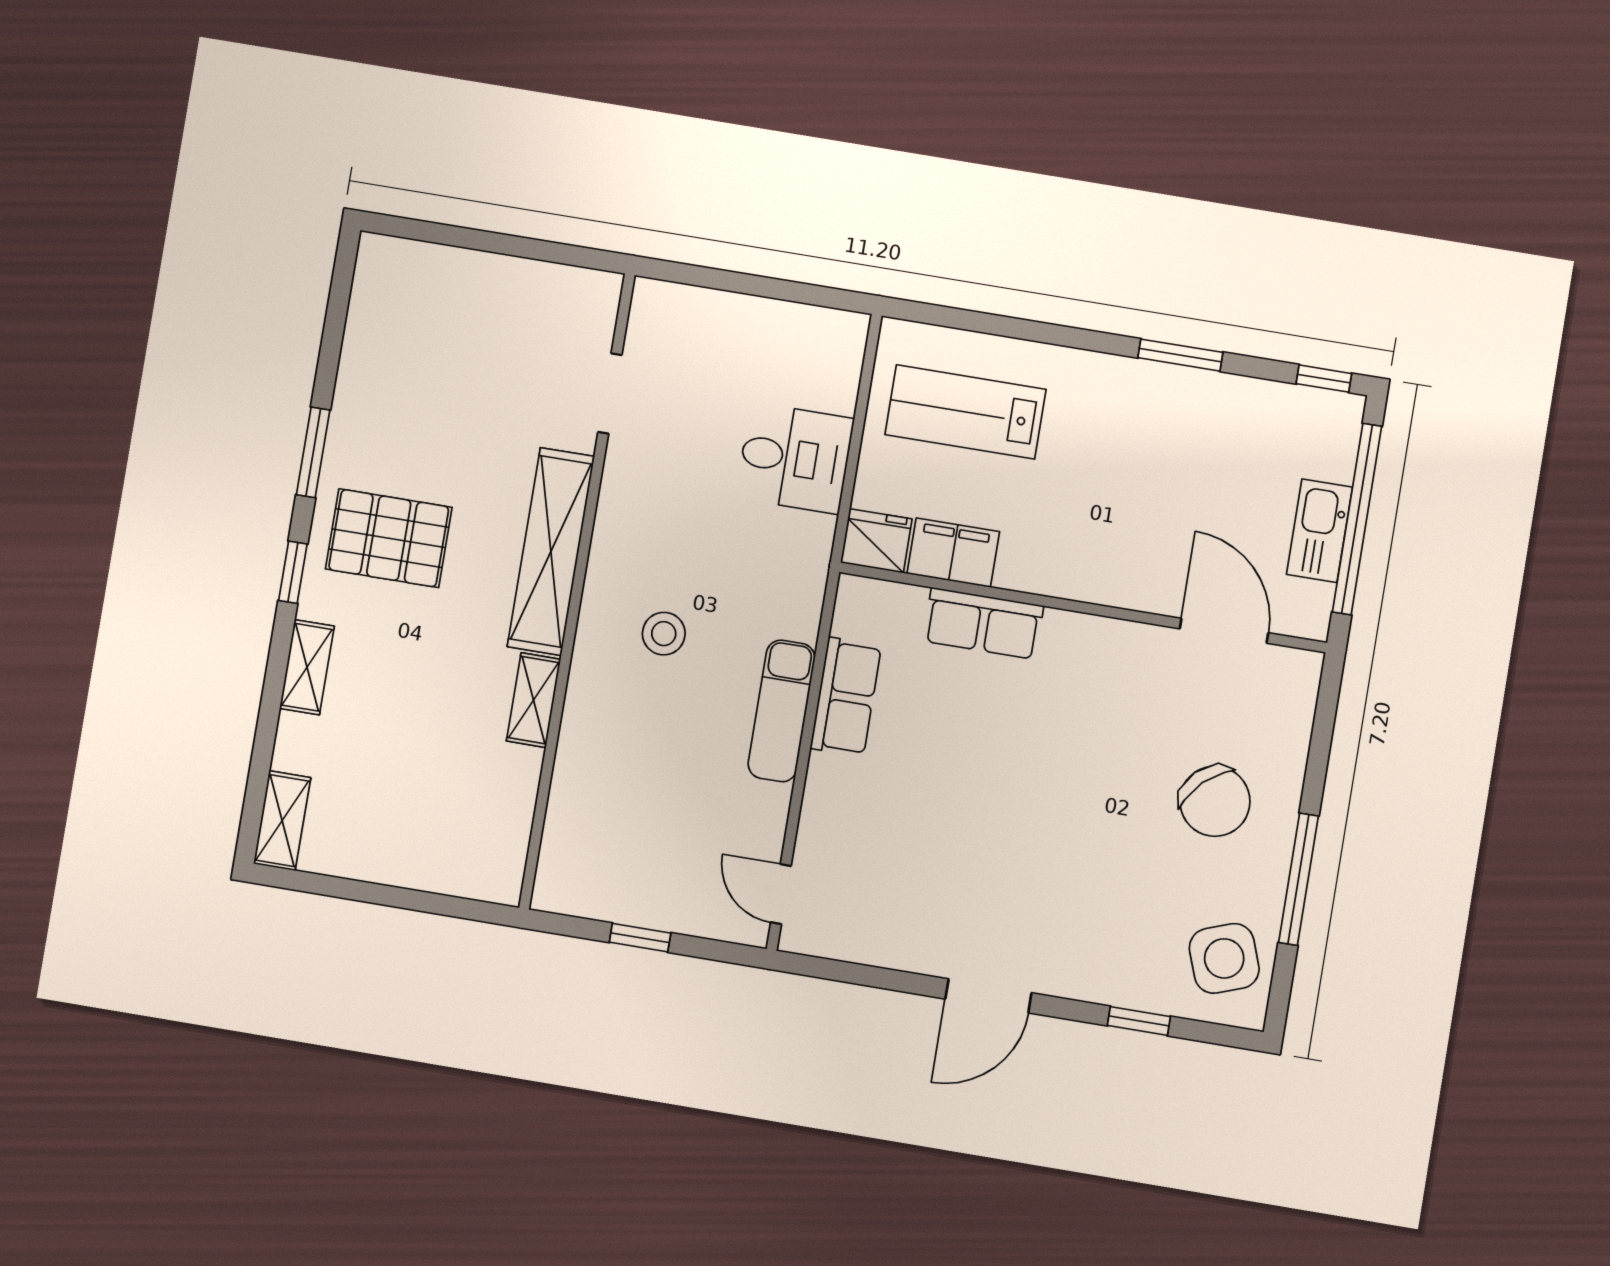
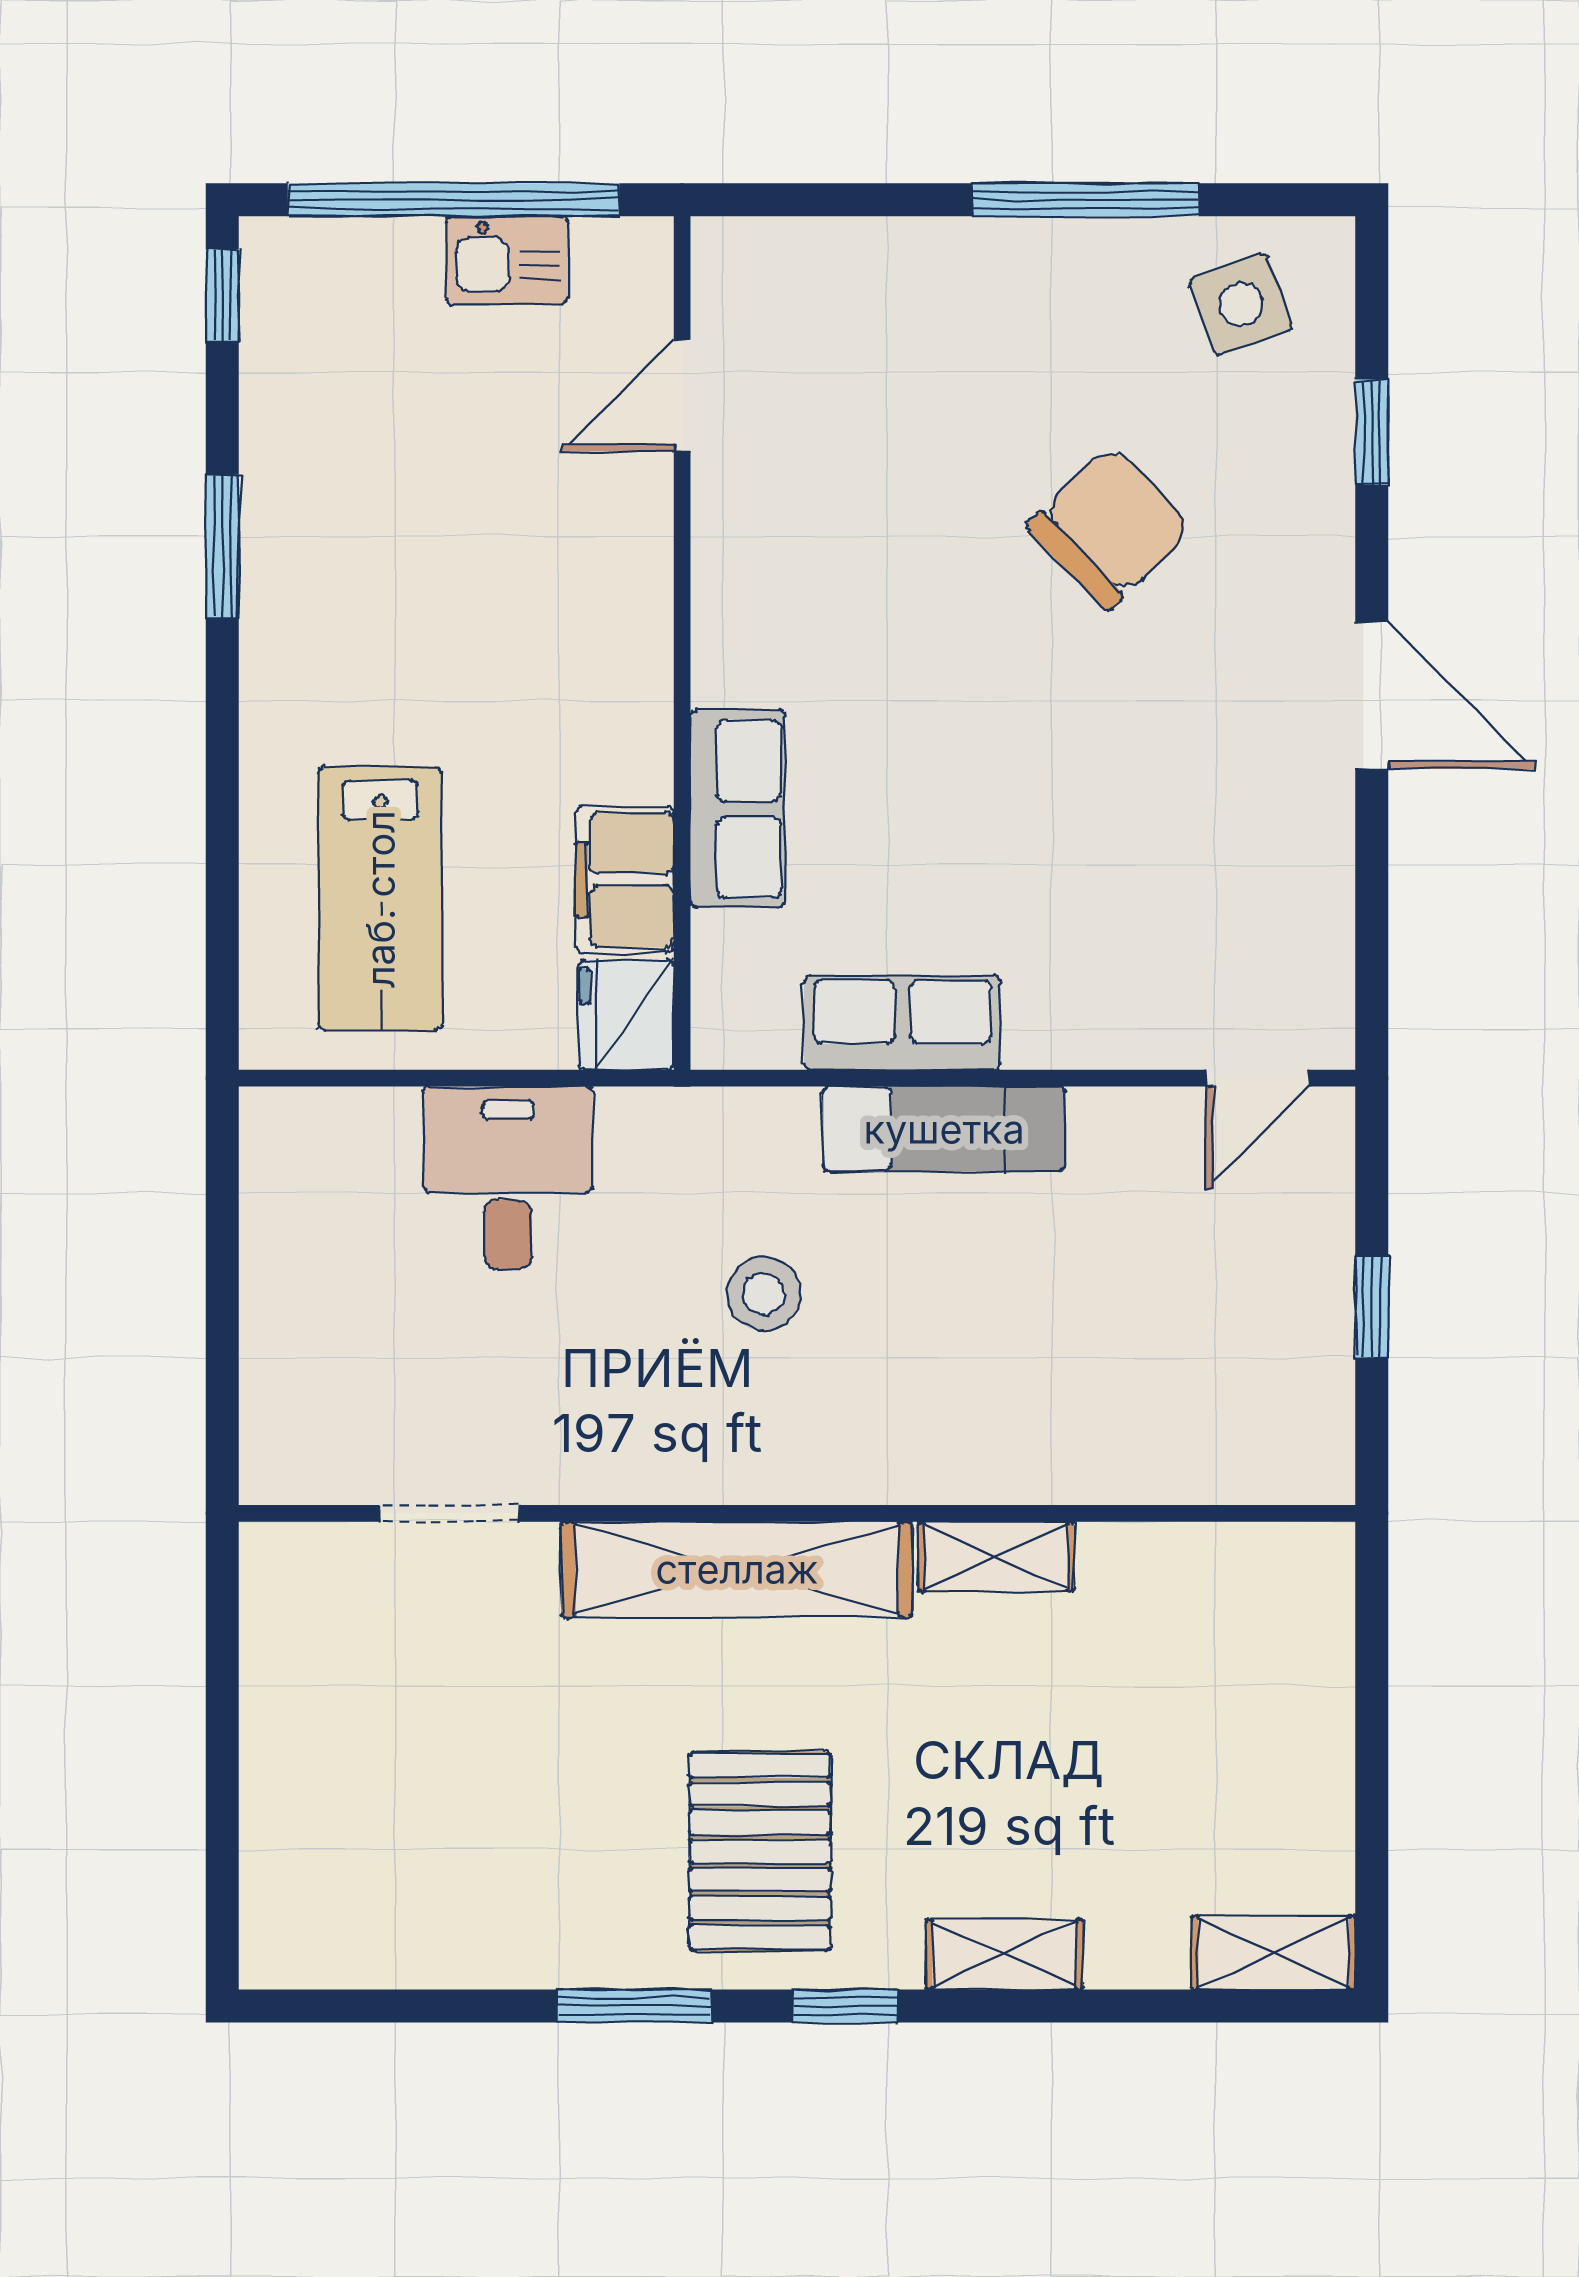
kitchen sink: (1319, 531) -> (507, 260), width x0.73
door: (1224, 631) -> (682, 396), width x0.73
stool: (664, 634) -> (764, 1294), moved
chair: (1215, 801) -> (1109, 527), moved
side table: (1224, 958) -> (1241, 304), width x0.73, depth x0.73

